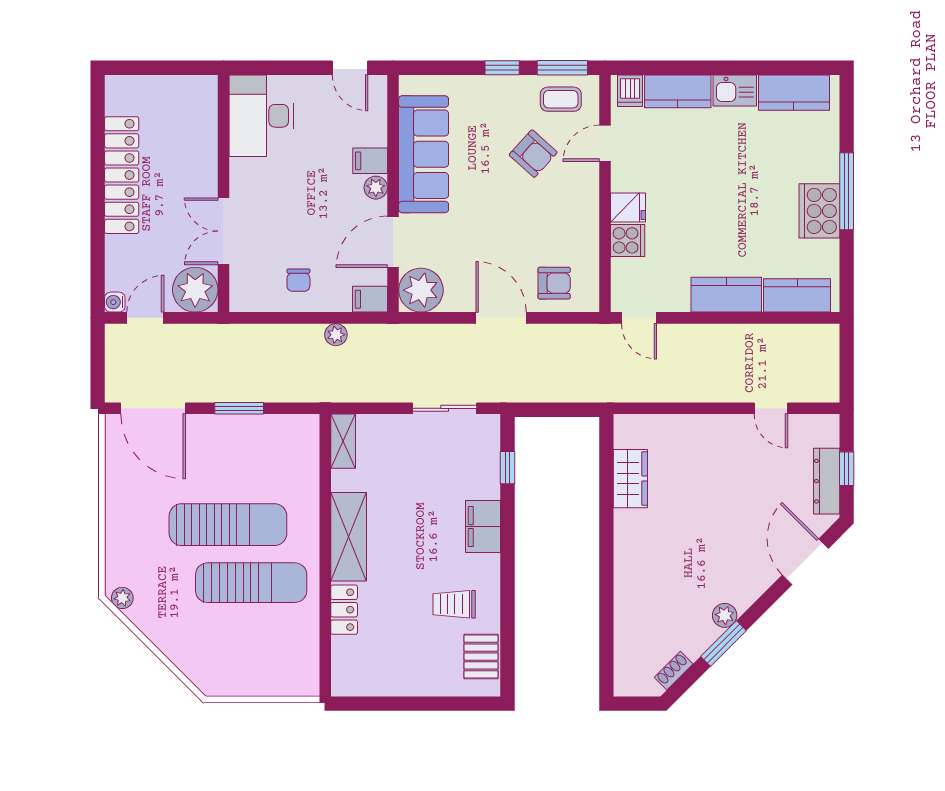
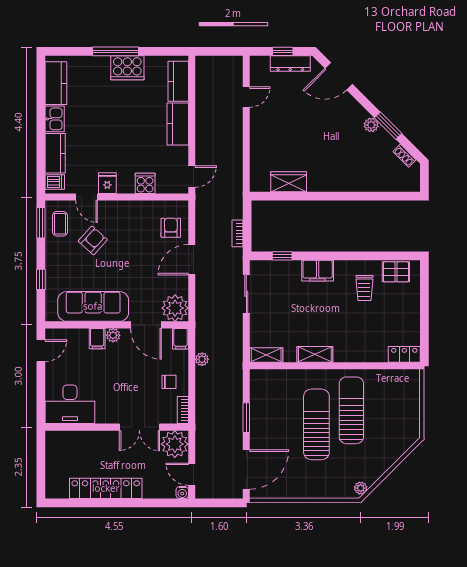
window: (502, 68) -> (41, 279), moved
fridge: (628, 207) -> (107, 183), moved
bookcase: (252, 303) -> (183, 410), added
bookcase: (545, 394) -> (237, 233), added
shelving: (349, 537) -> (315, 354), width x0.67, depth x0.75
locker: (344, 610) -> (404, 354), moved

